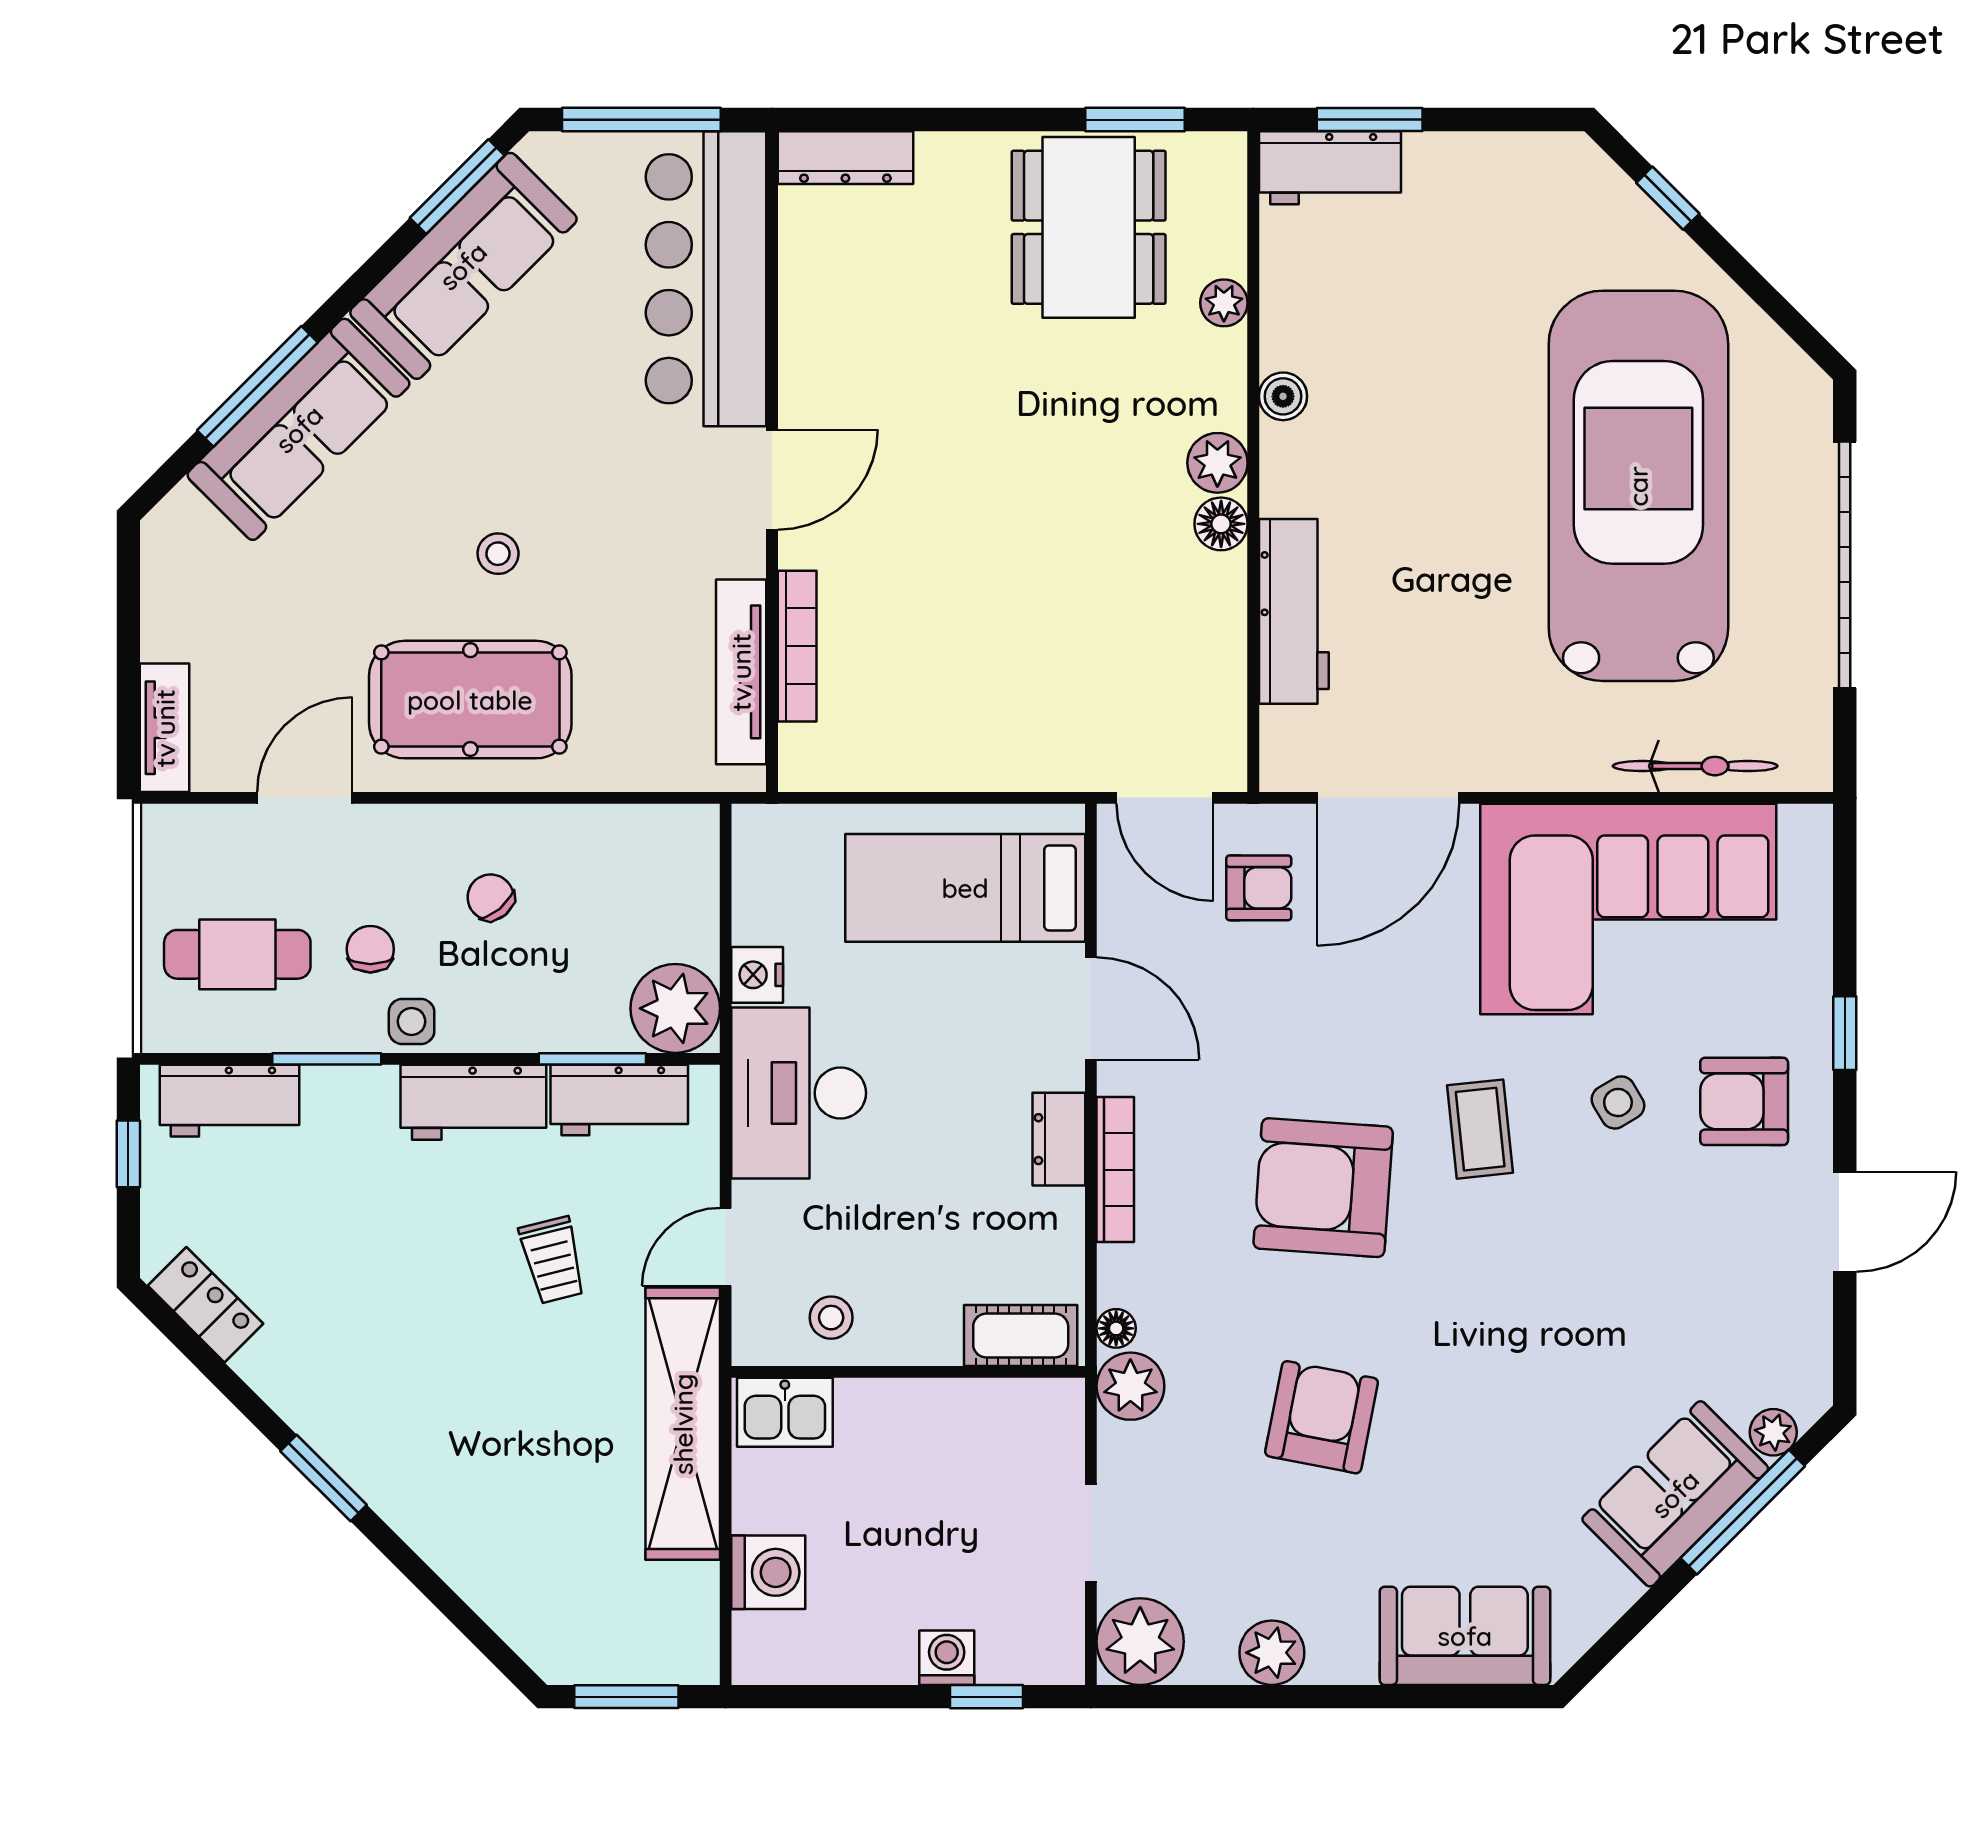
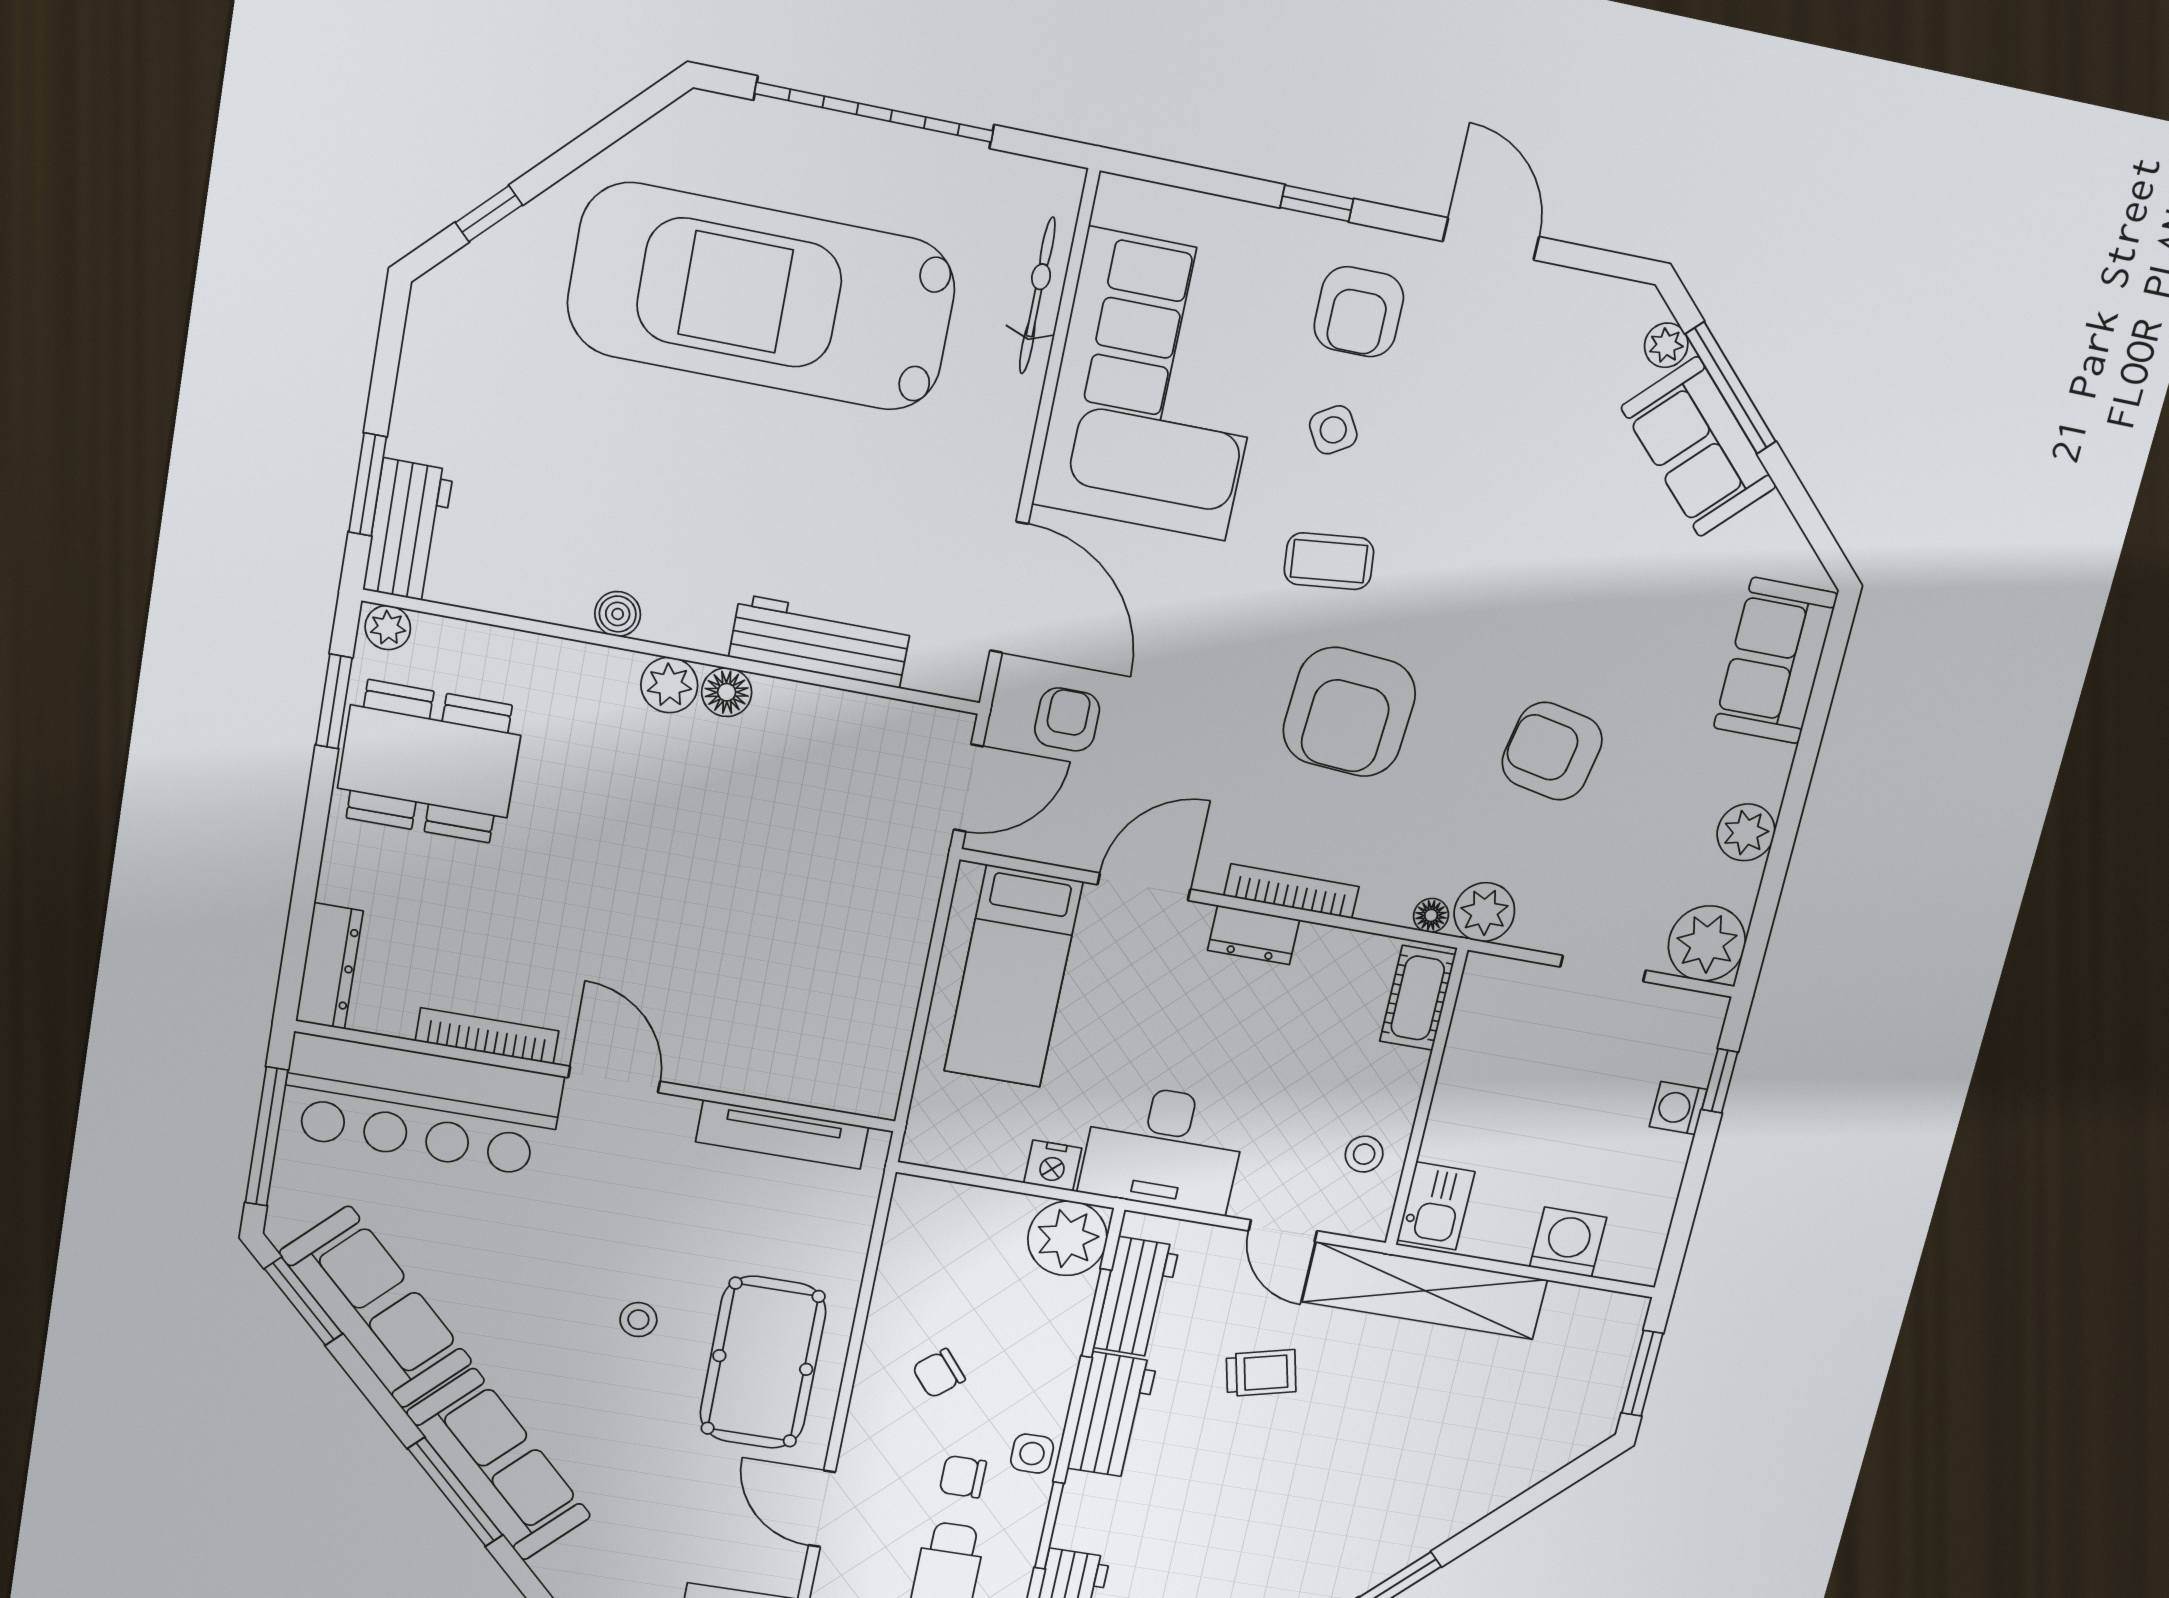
plant: (1224, 303) -> (388, 628), moved
bookcase: (797, 646) -> (487, 1036), moved

